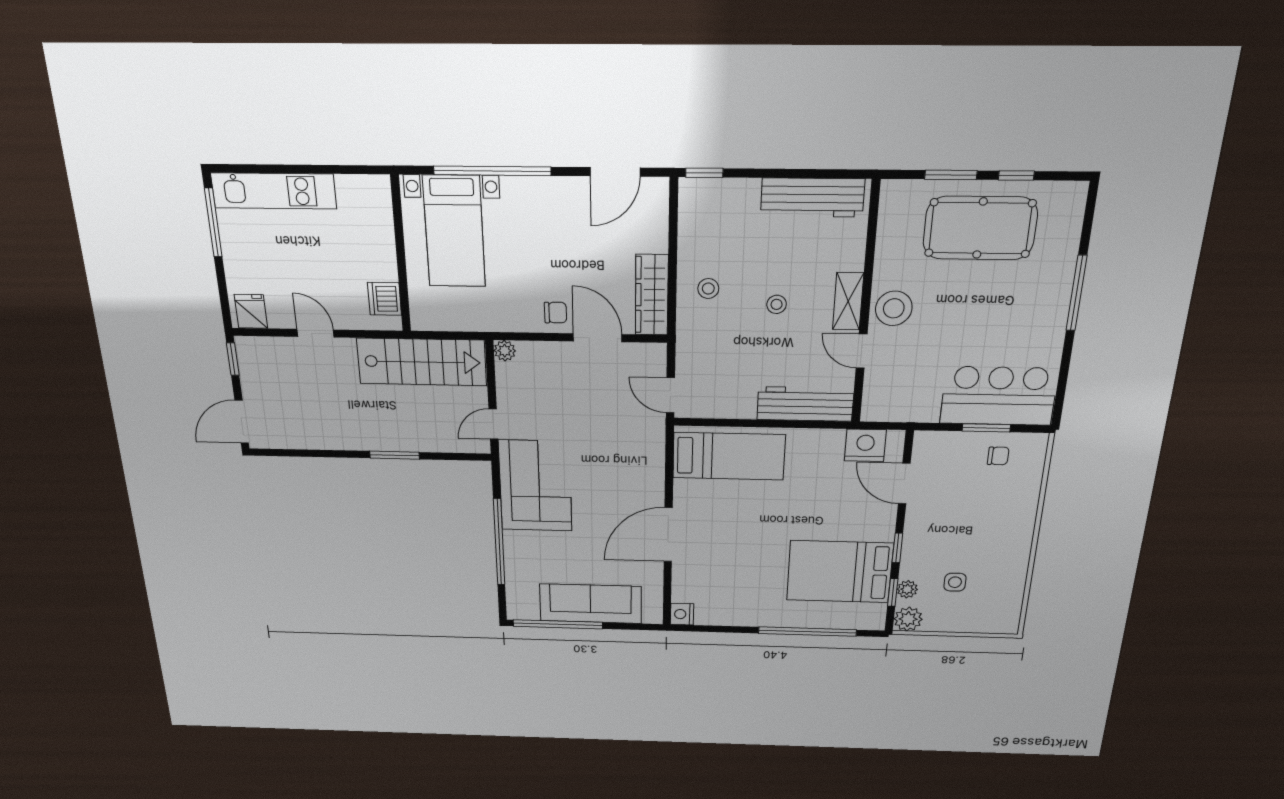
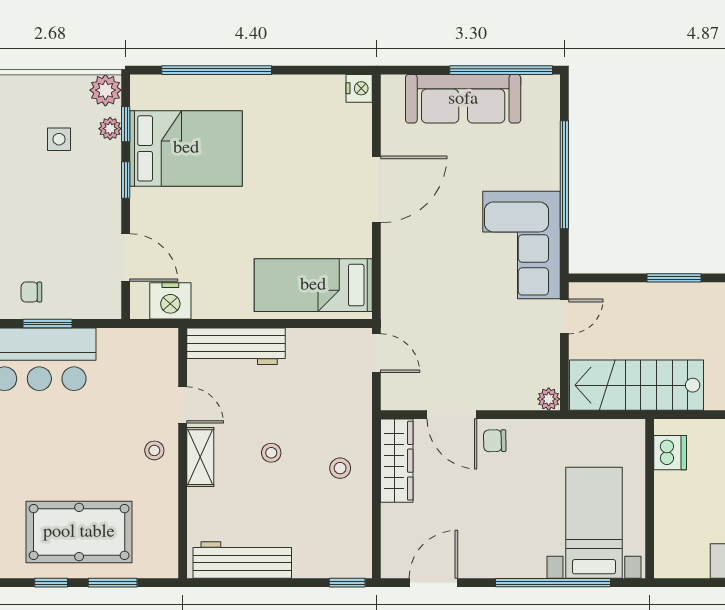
stool: (894, 308) -> (154, 450), width x0.53, depth x0.53

